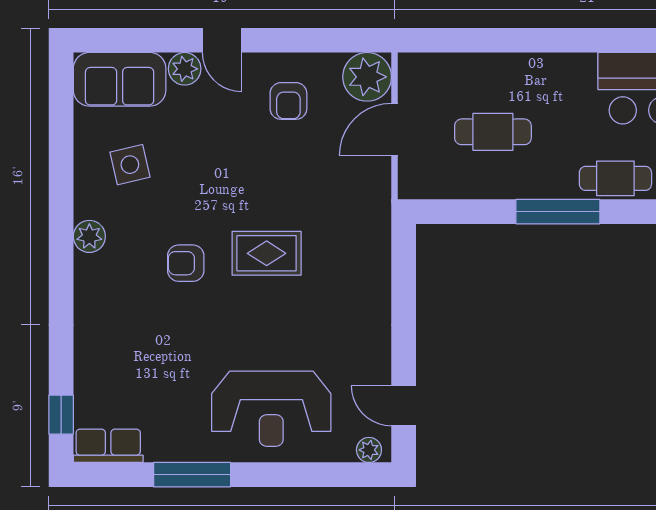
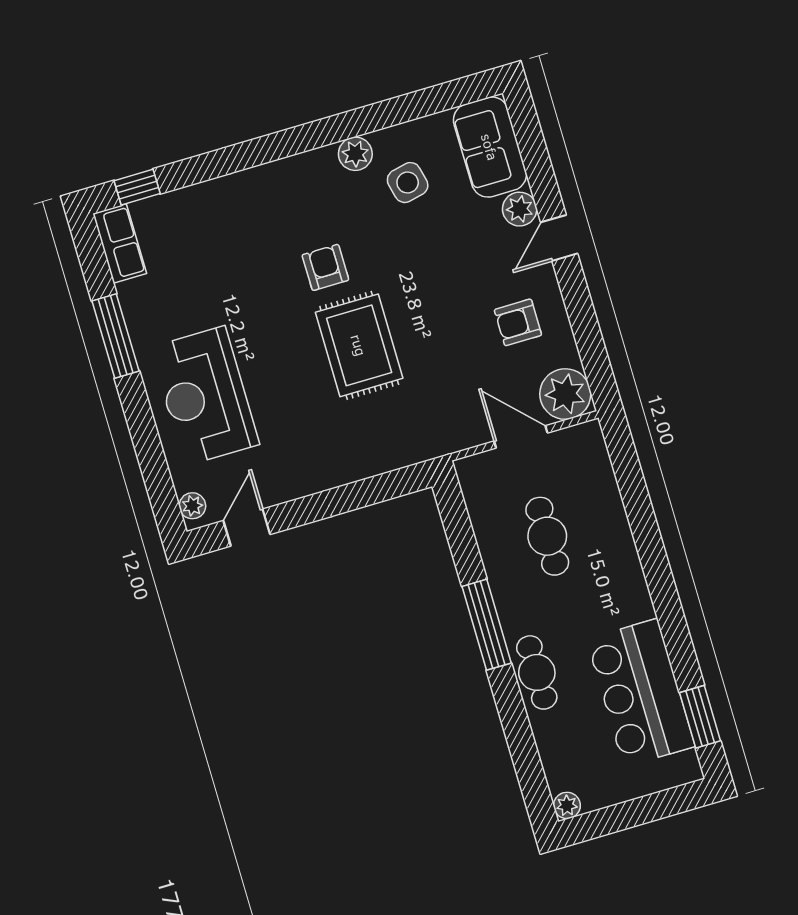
plant: (89, 236) -> (355, 154), moved
rug: (267, 253) -> (359, 345), width x1.36, depth x1.43

